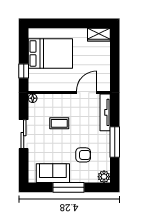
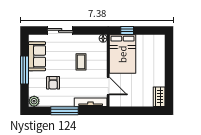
bed: (50, 53) -> (122, 54), moved
sliding door: (24, 134) -> (60, 30), moved

